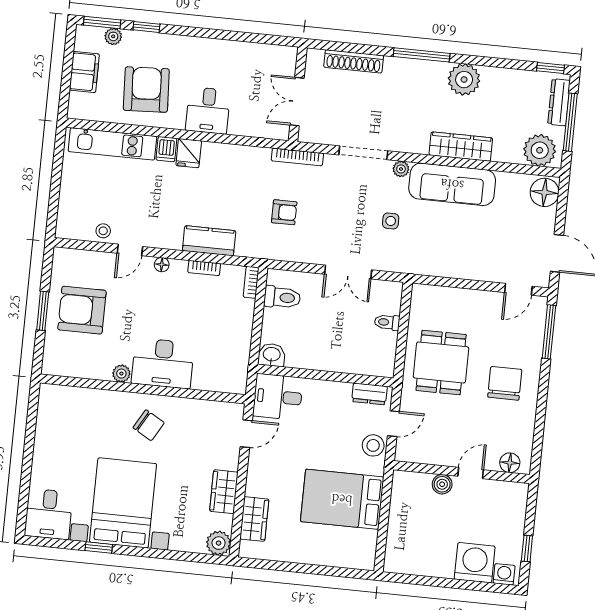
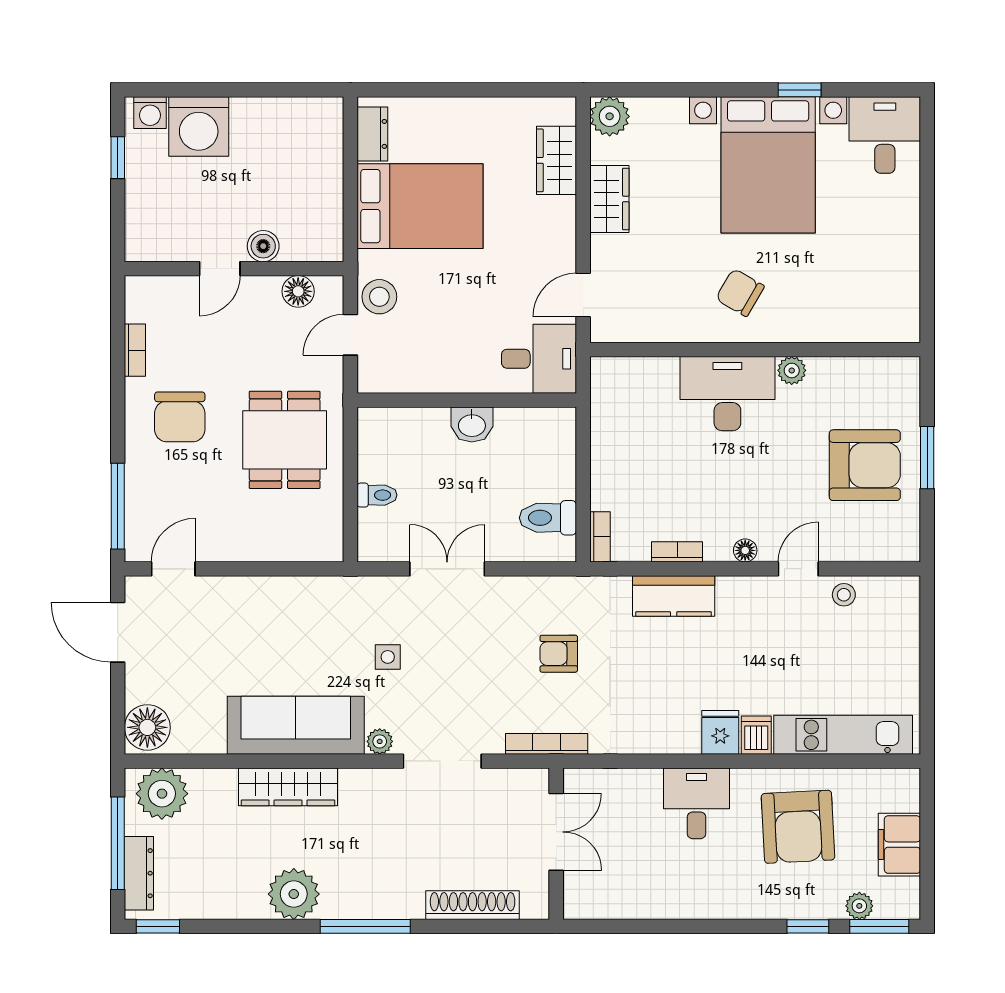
washbasin: (272, 355) -> (472, 425), moved
dresser: (370, 394) -> (372, 134), moved, turned 90
bookcase: (528, 428) -> (135, 350), added
floor lamp: (510, 463) -> (298, 291), moved

